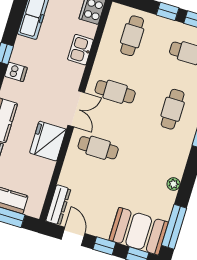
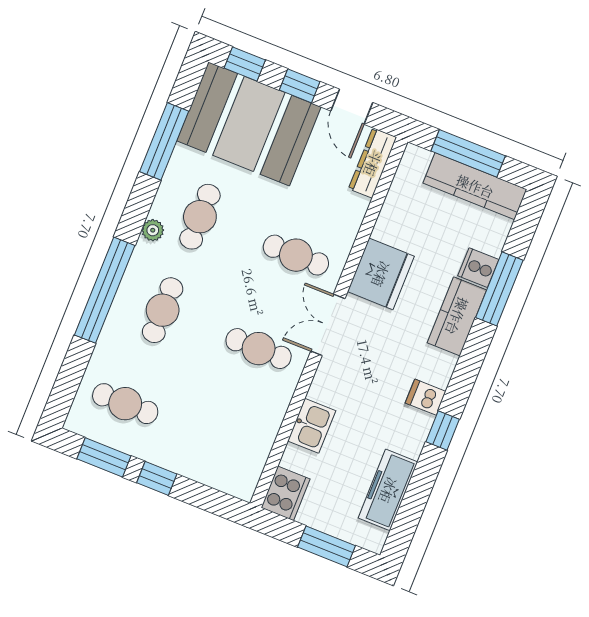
cafe table: (132, 36) -> (200, 217), moved
plant: (173, 184) -> (153, 230), moved
window: (174, 227) -> (164, 141), moved
booth: (139, 231) -> (249, 124), width x1.36, depth x1.42

